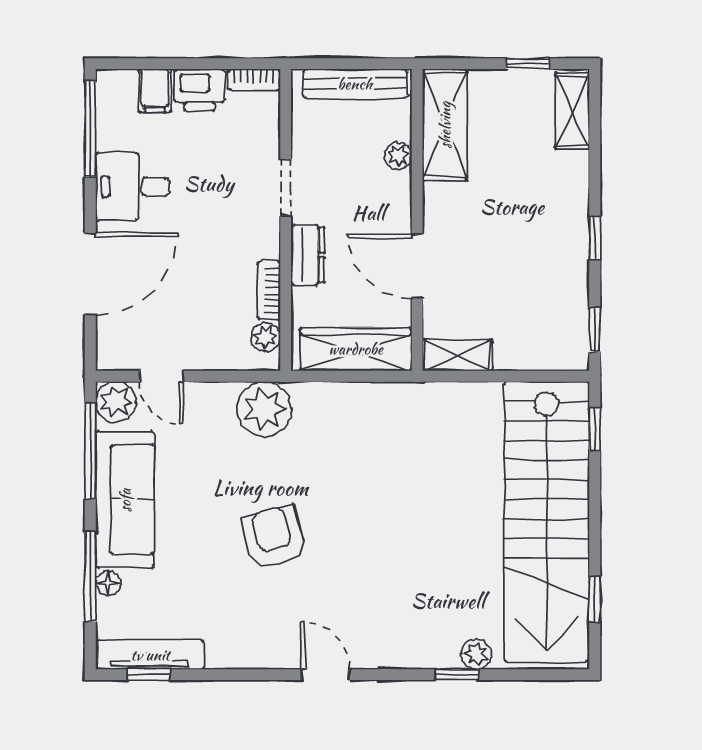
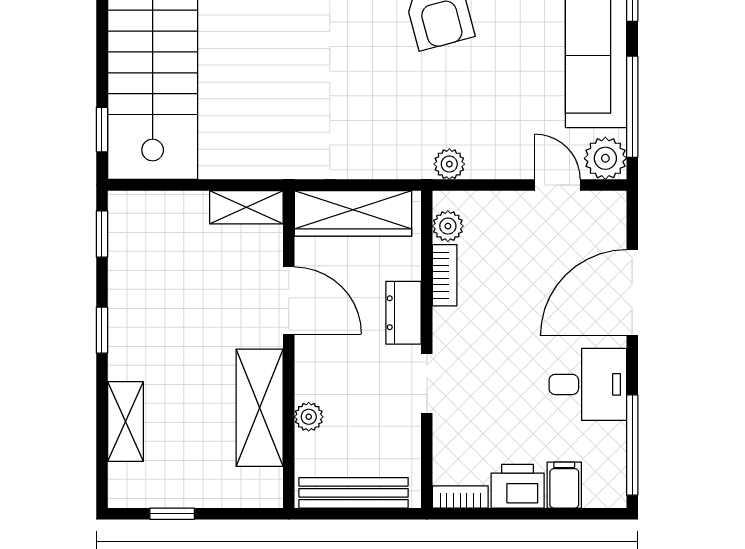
shelving: (572, 111) -> (125, 421), moved
shelving: (445, 125) -> (260, 408), moved
plant: (264, 409) -> (449, 164), width x0.53, depth x0.53

